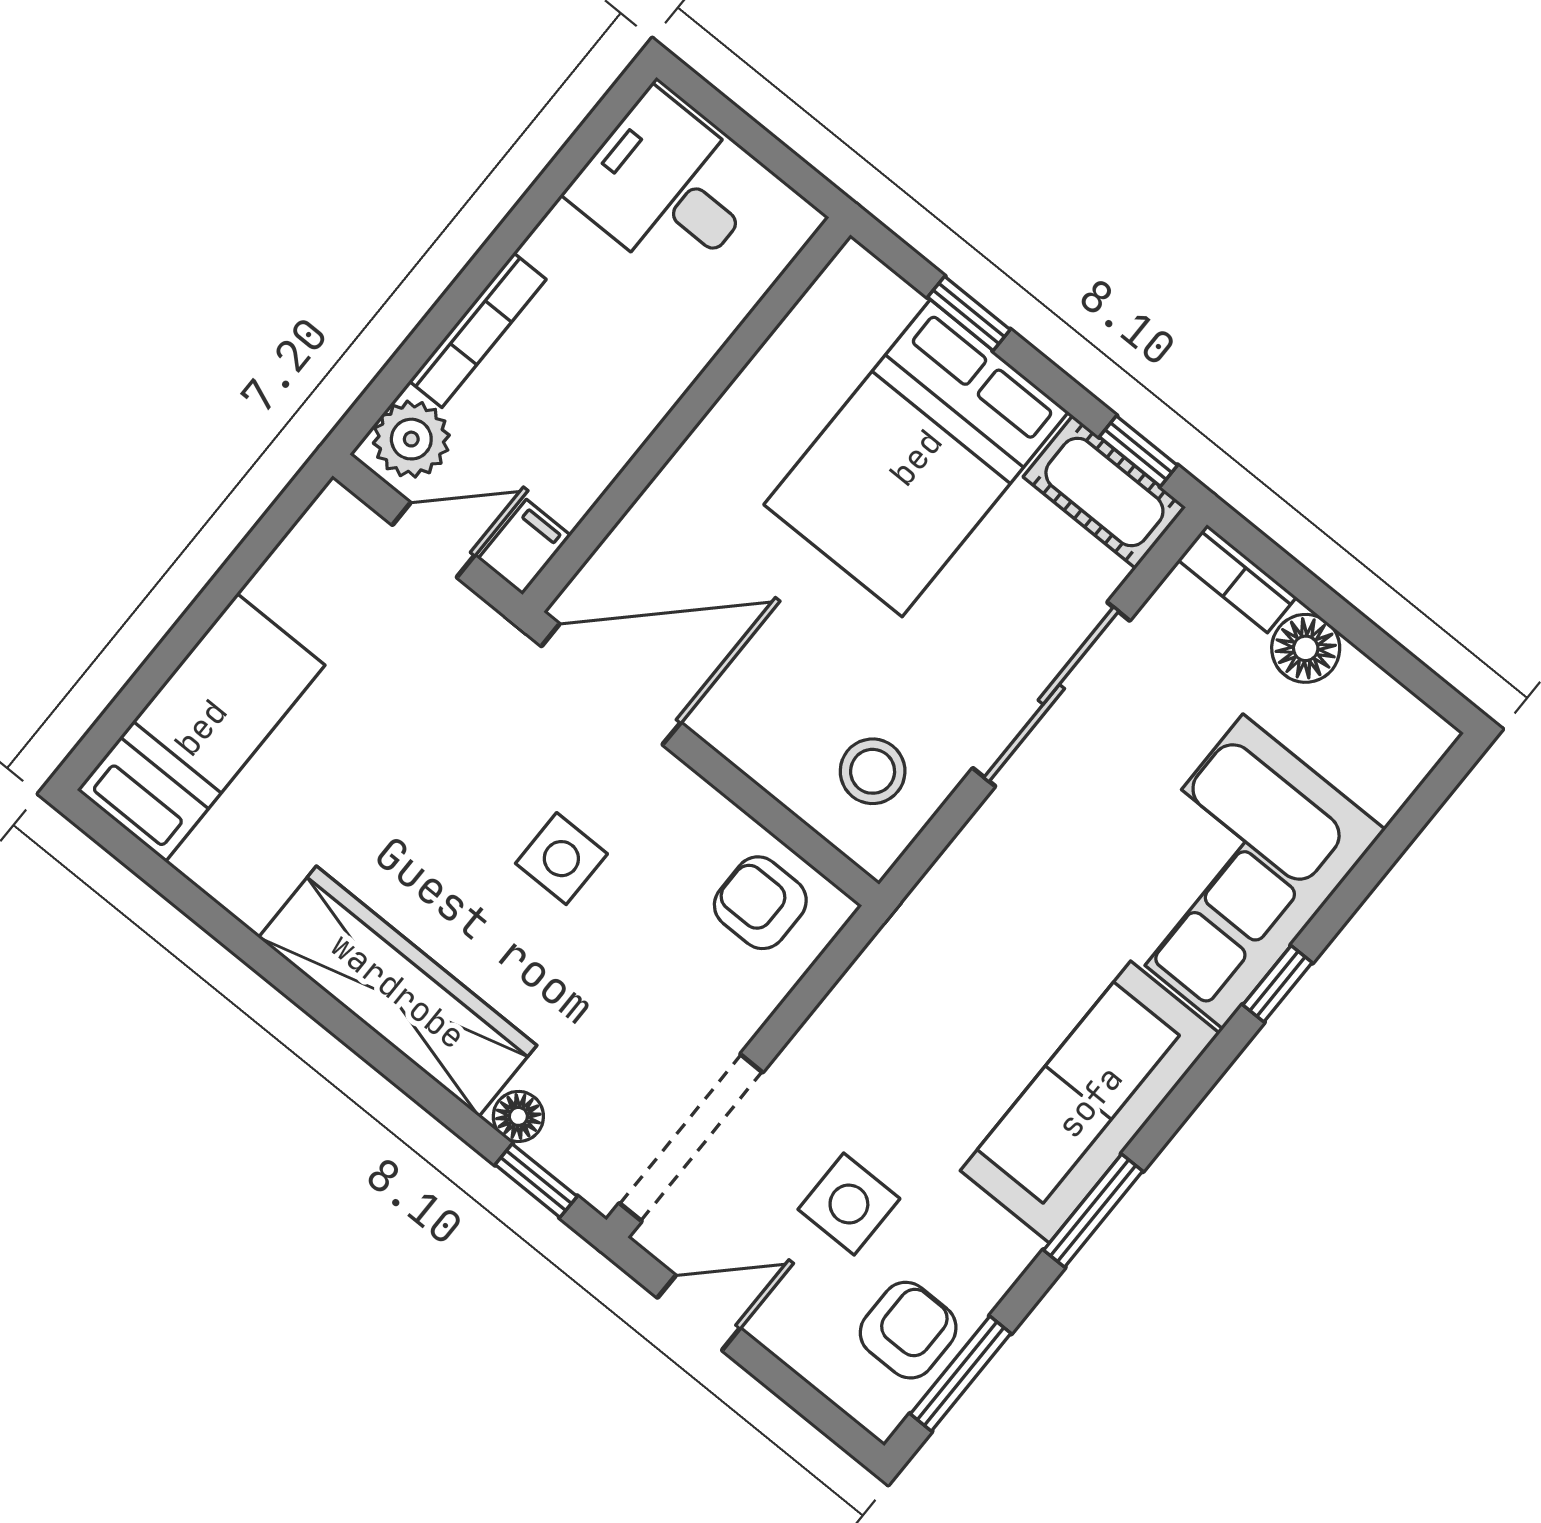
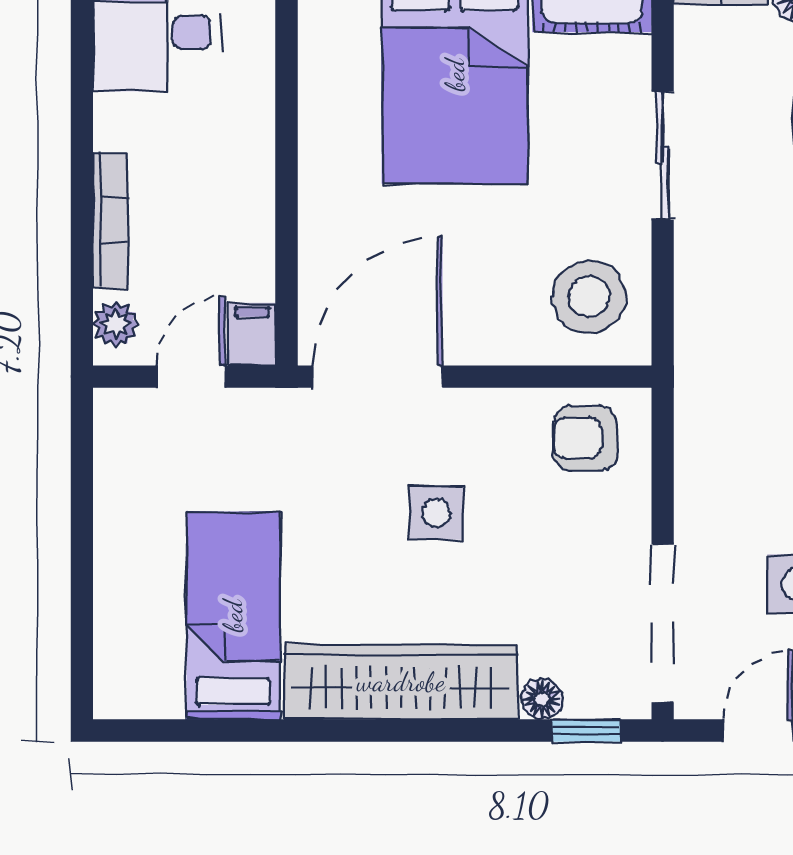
plant: (411, 439) -> (116, 324), width x0.73, depth x0.73
sliding door: (1051, 694) -> (663, 156), width x0.73
bed: (201, 728) -> (233, 616), moved
stool: (873, 771) -> (589, 297), width x1.38, depth x1.38

